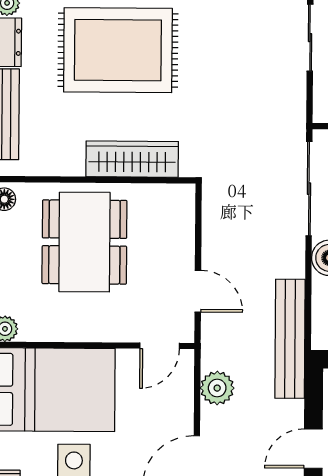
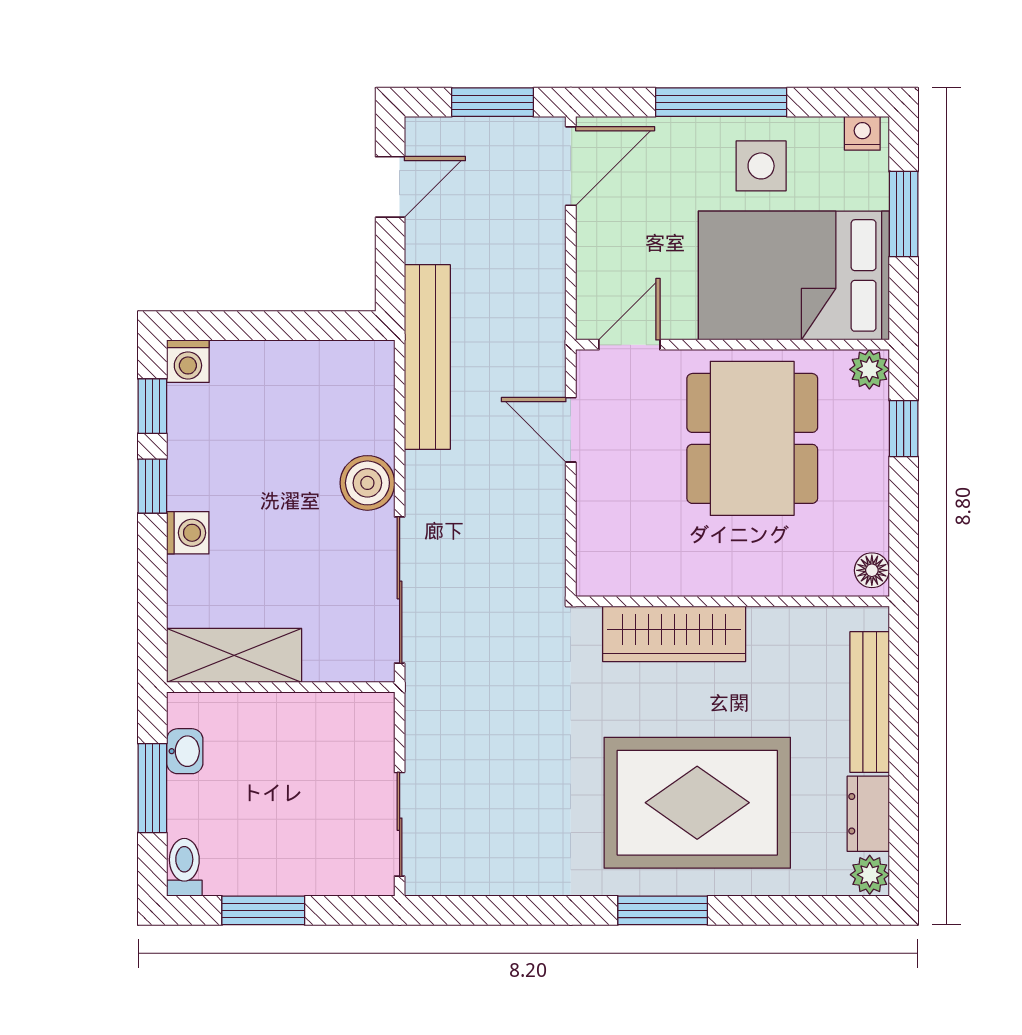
dining table: (84, 242) -> (752, 438), moved
plant: (217, 388) -> (540, 280), removed

